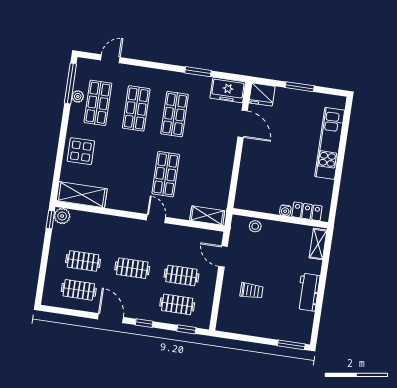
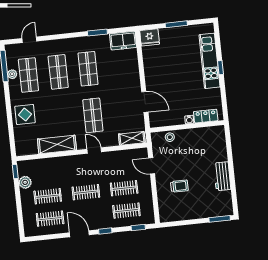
door: (243, 124) -> (145, 102), moved
window: (341, 155) -> (220, 68), added
shelving: (82, 195) -> (57, 144), moved
plant: (62, 216) -> (25, 182), moved
shelving: (318, 244) -> (220, 138), removed

